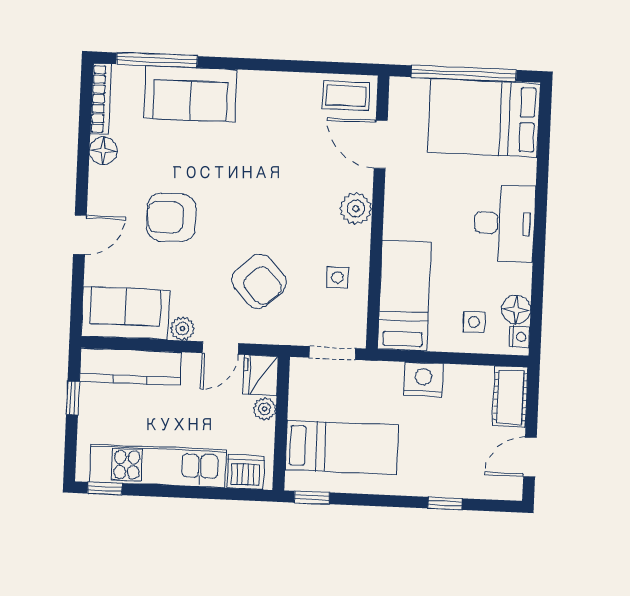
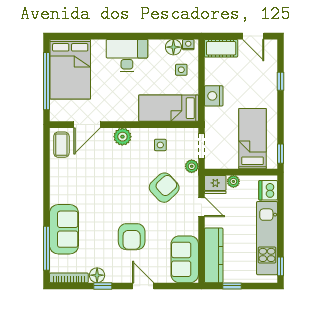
window: (83, 160) -> (103, 286), added
plant: (182, 329) -> (192, 166), moved

